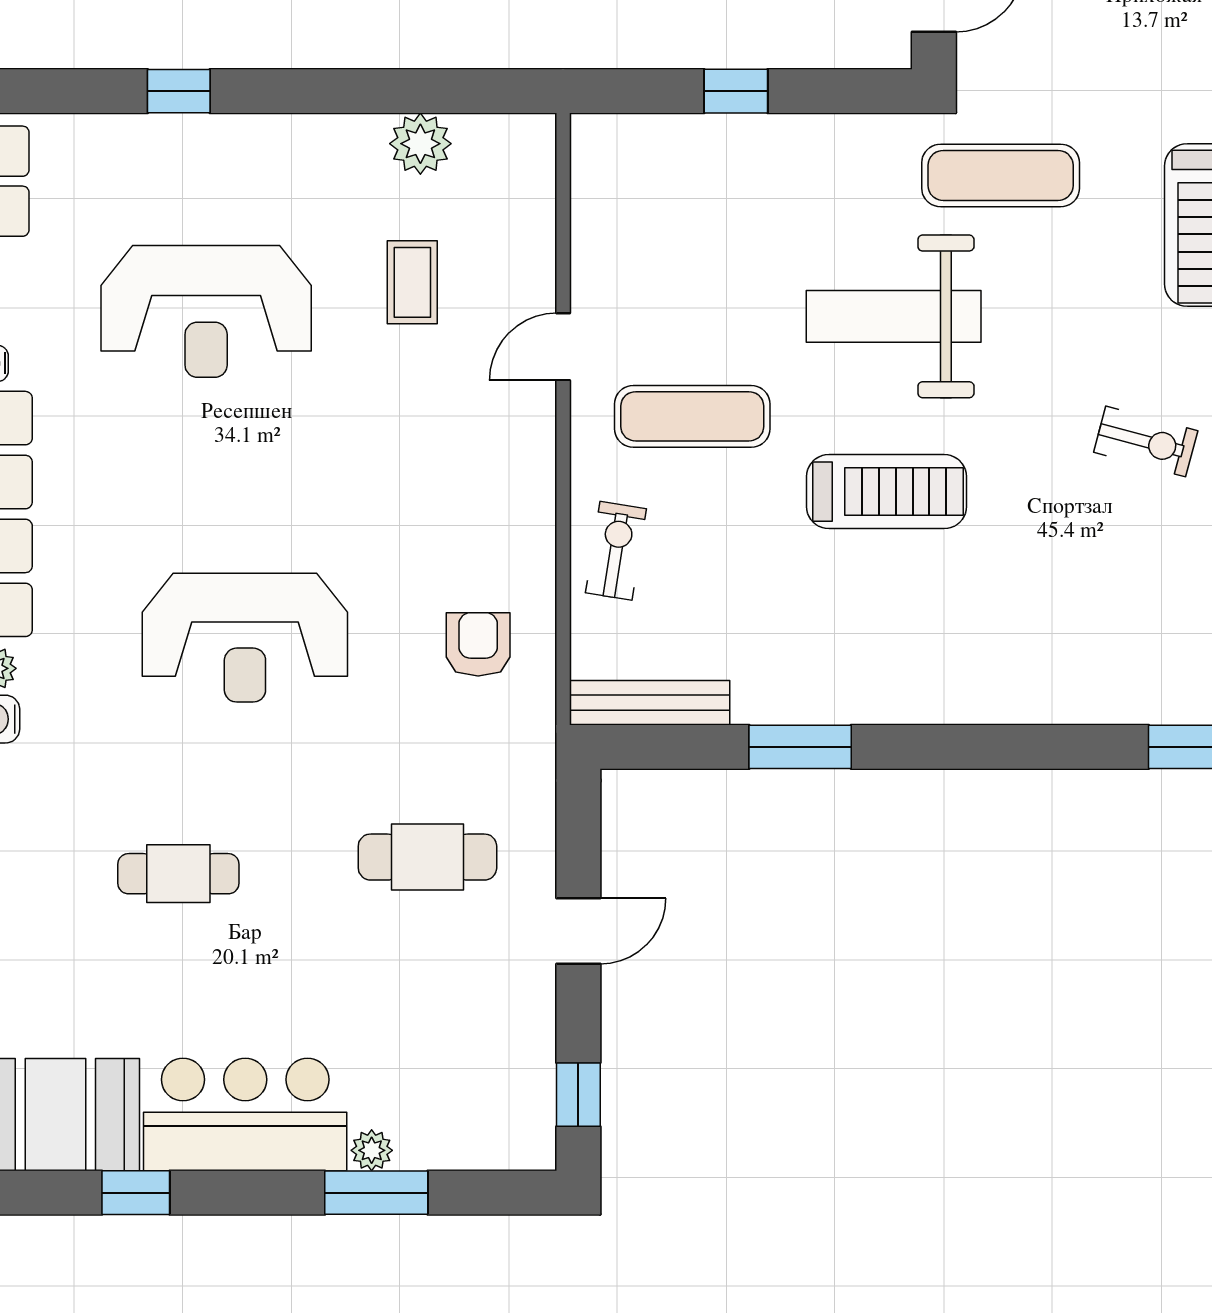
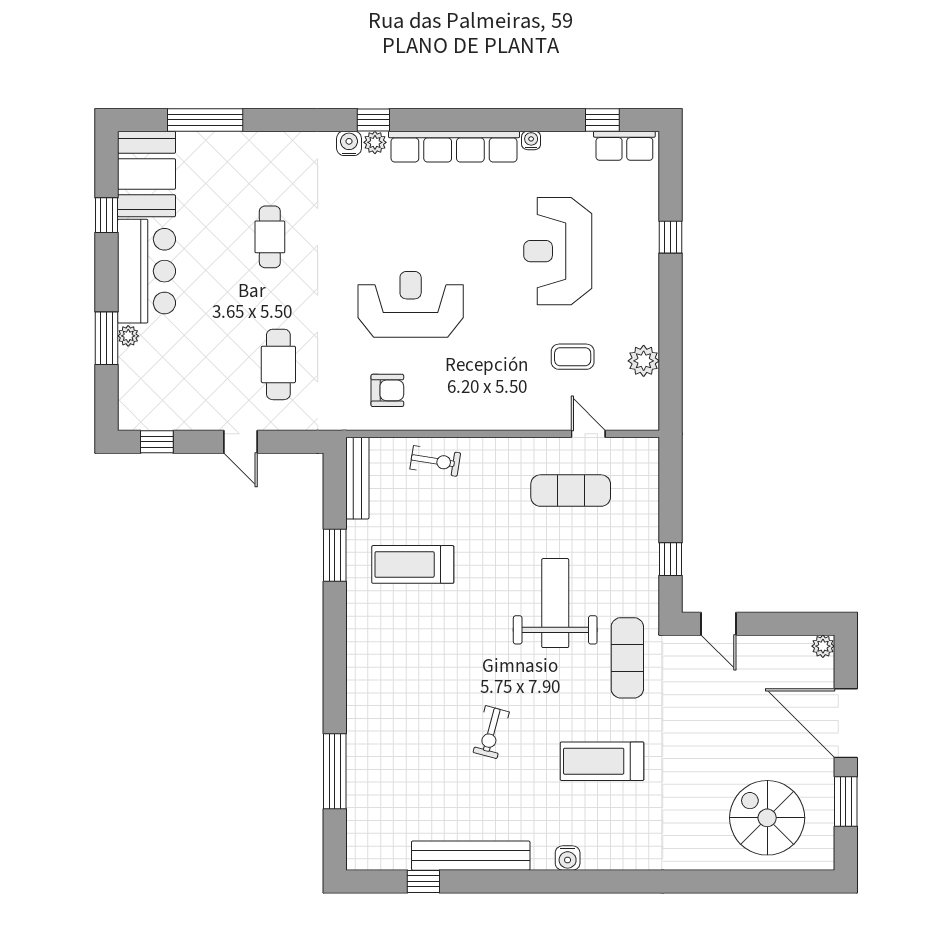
window: (736, 91) -> (670, 559), moved
door: (563, 347) -> (588, 434), moved
exercise mat: (692, 416) -> (571, 491), moved, turned 90
treadmill: (886, 492) -> (413, 564), moved, turned 90
reception desk: (245, 638) -> (411, 304), moved, turned 90

